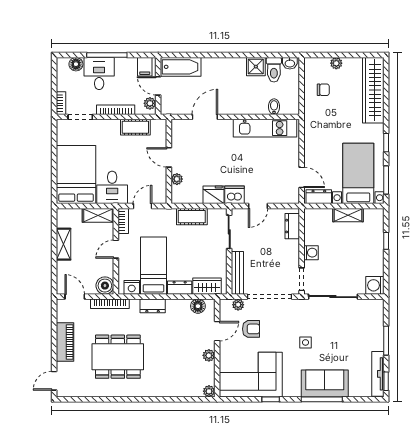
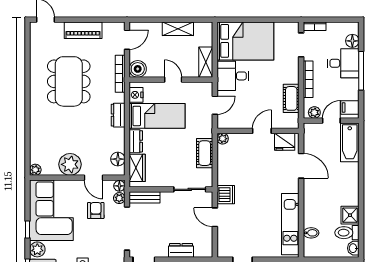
plant: (177, 179) -> (223, 139), moved
fridge: (213, 195) -> (285, 142), moved, turned 90
door: (142, 206) -> (215, 105), hinge flipped
bookcase: (123, 221) -> (200, 87), removed
dresser: (292, 226) -> (181, 250), moved
bench: (237, 273) -> (145, 197), width x0.73
floor lamp: (226, 304) -> (119, 186), added
armchair: (251, 329) -> (96, 211), turned 180
plant: (209, 355) -> (70, 164), width x1.87, depth x1.87
plant: (291, 389) -> (37, 249), added

